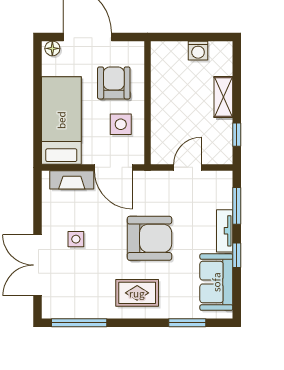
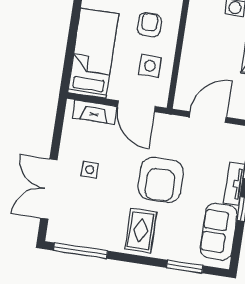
armchair: (114, 83) -> (149, 25), width x0.72, depth x0.72
door: (188, 167) -> (208, 117), width x1.38
armchair: (149, 238) -> (161, 180), turned 90
rug: (137, 293) -> (141, 230), turned 90

